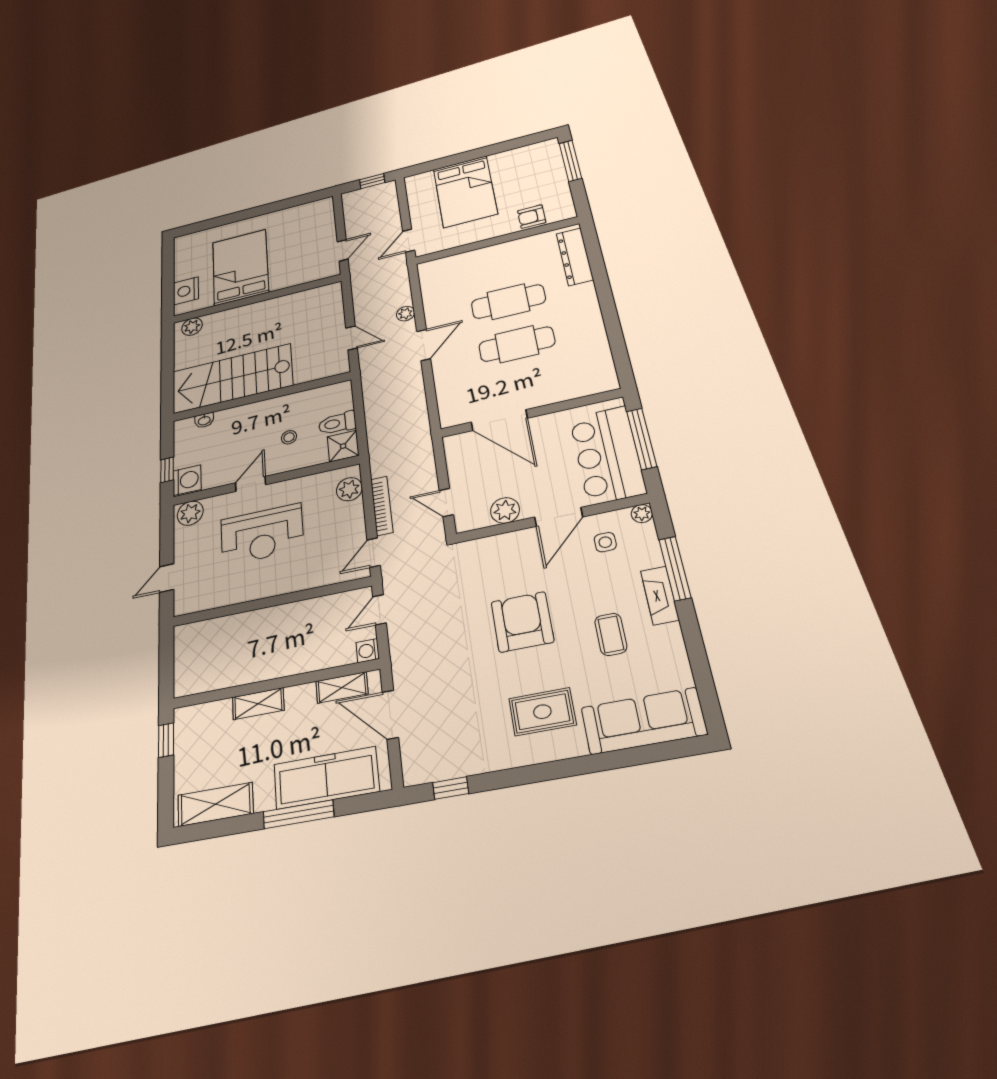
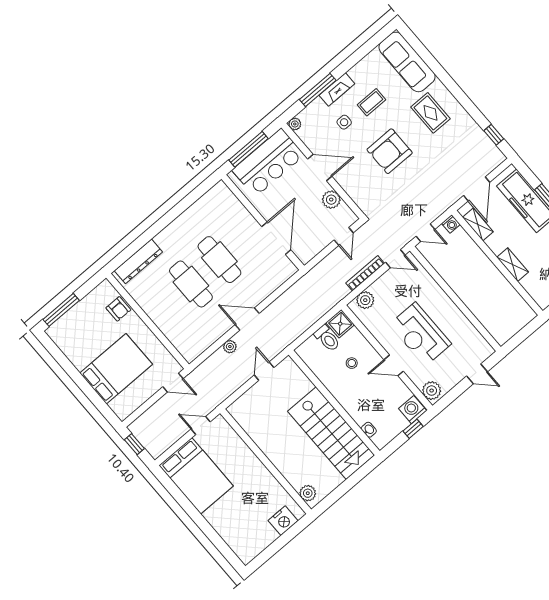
bed: (240, 267) -> (196, 476), moved, turned -90
reception desk: (262, 534) -> (420, 334), turned 180
side table: (605, 542) -> (344, 122), moved

